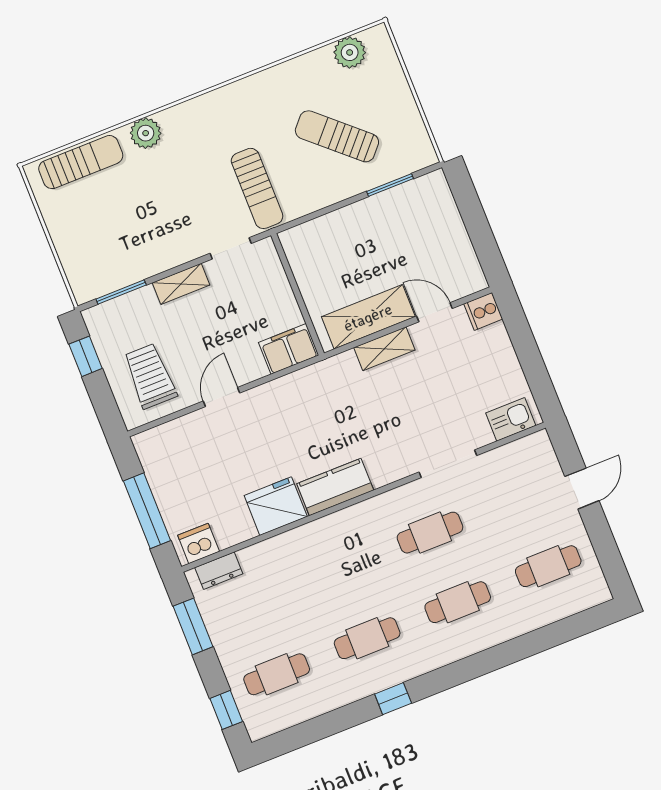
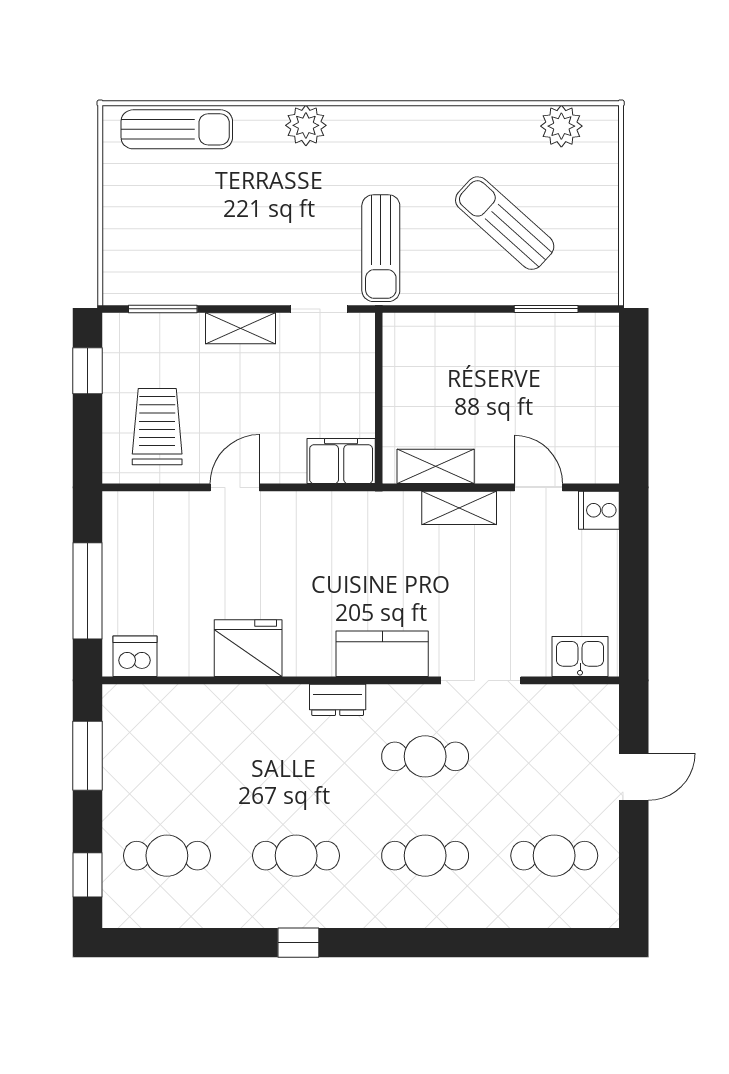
plant: (146, 133) -> (306, 125), moved
shelving: (368, 317) -> (436, 466), width x0.67, depth x0.75
kitchen counter: (335, 487) -> (382, 654), moved
dresser: (219, 571) -> (338, 700), moved

